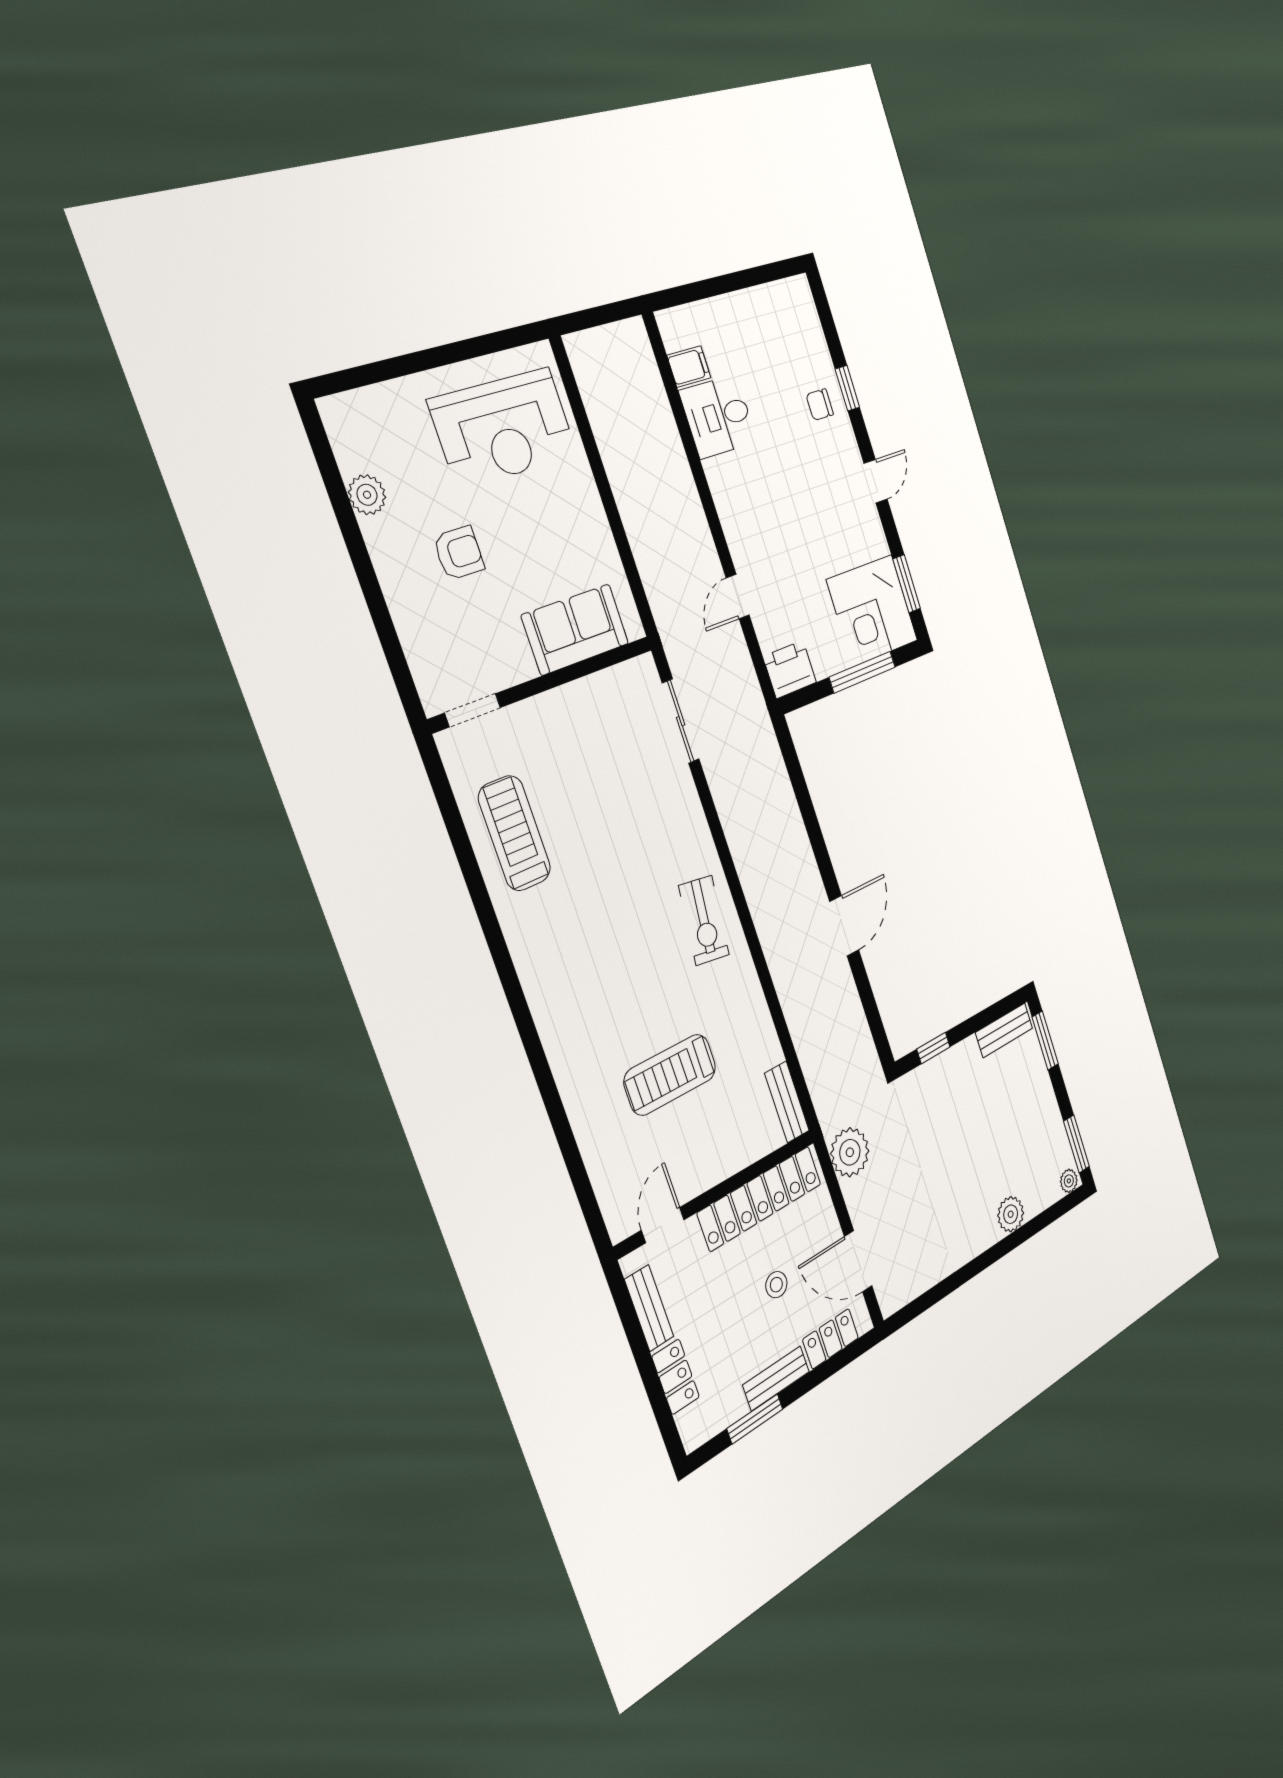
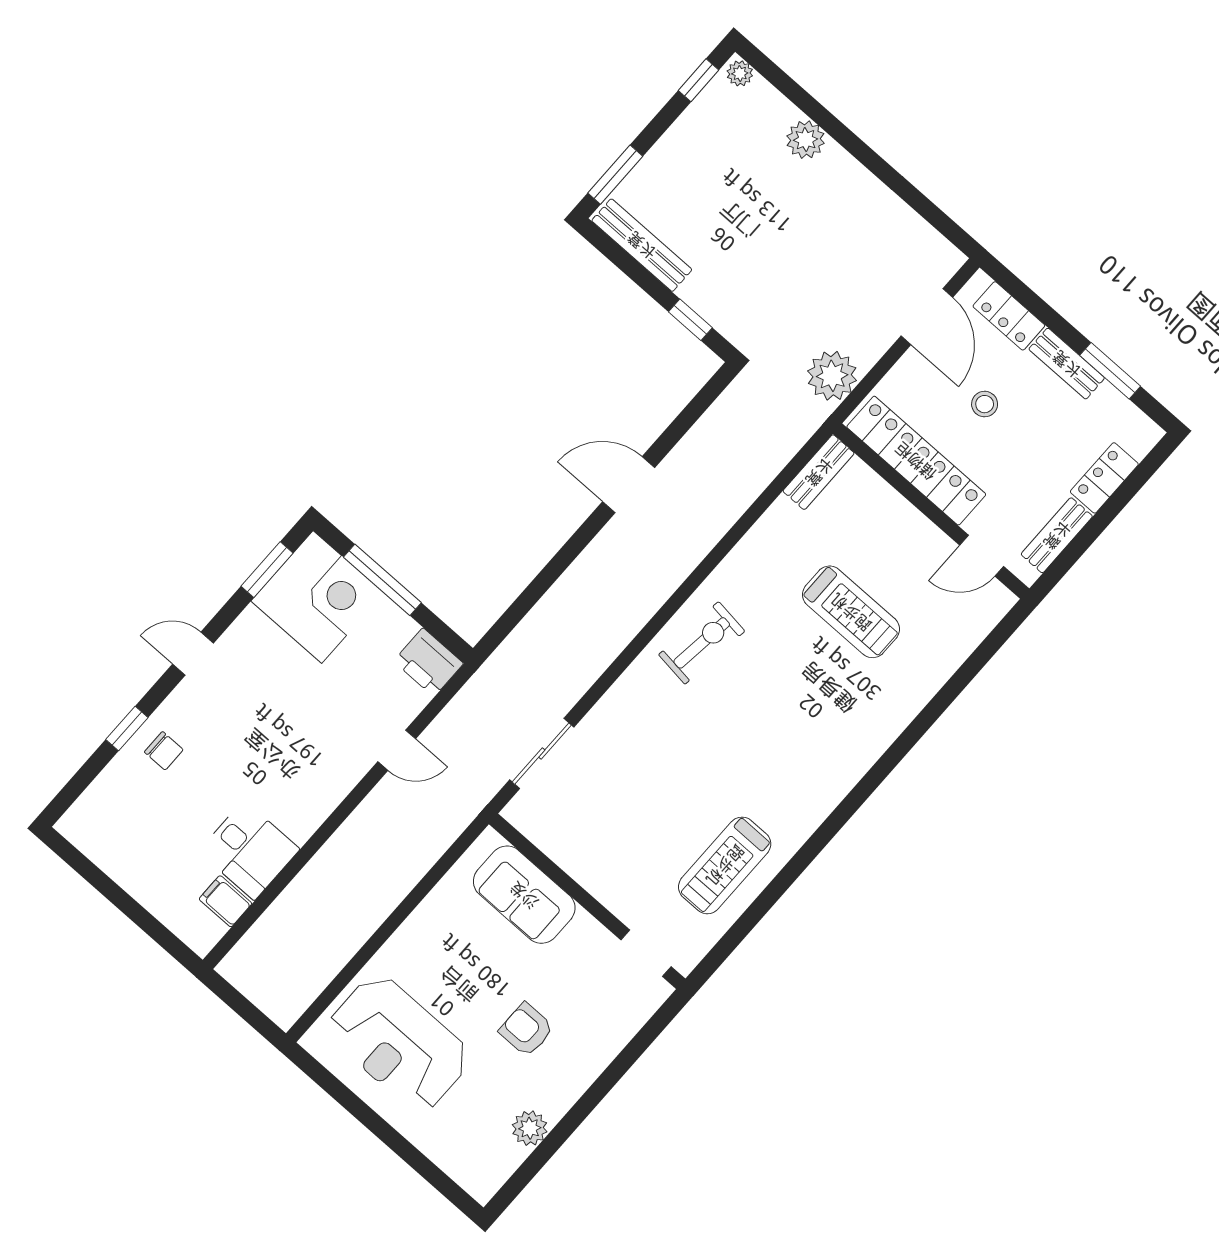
reception desk: (504, 428) -> (399, 1043), turned 180
bench: (1004, 1030) -> (642, 245), width x1.36
window: (1076, 1144) -> (698, 80), width x0.67

